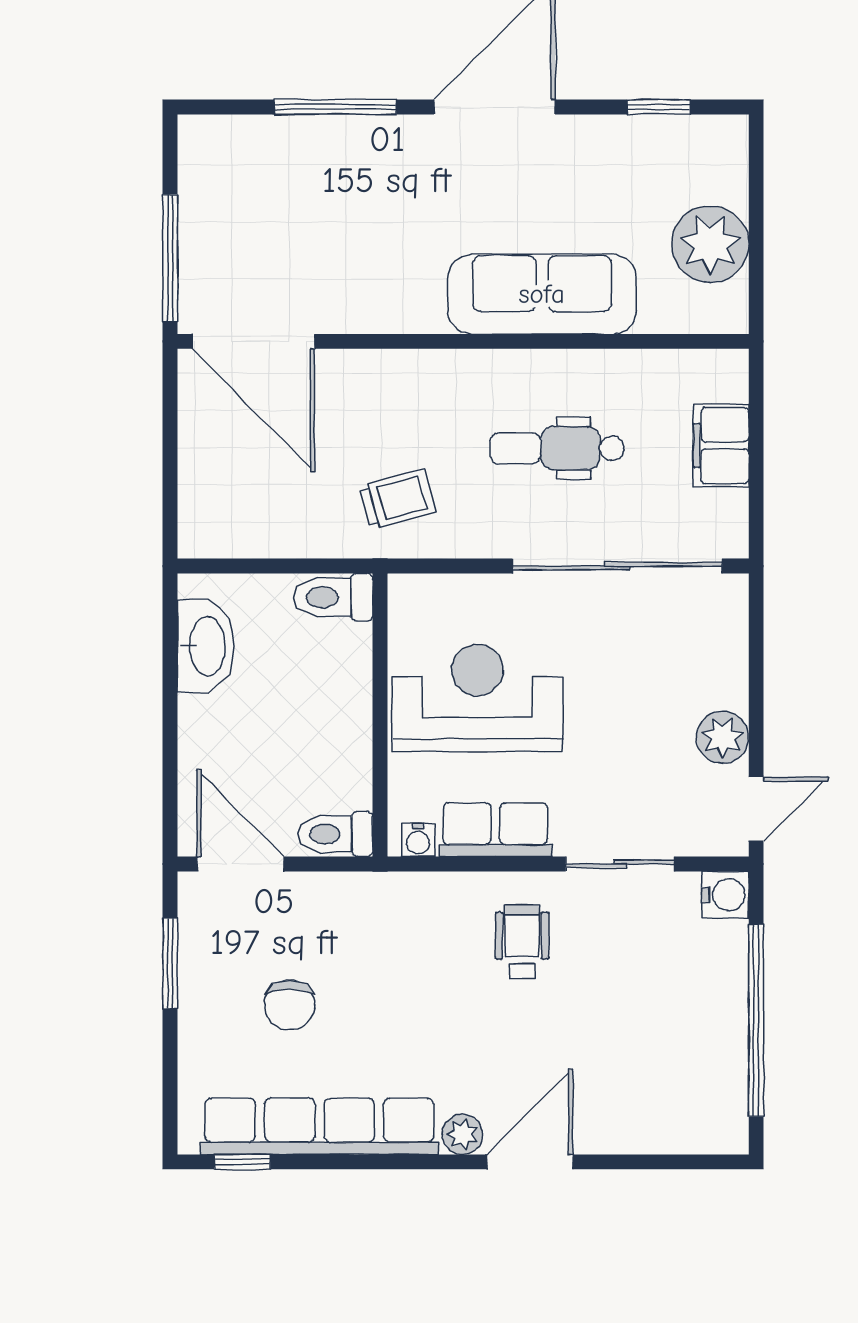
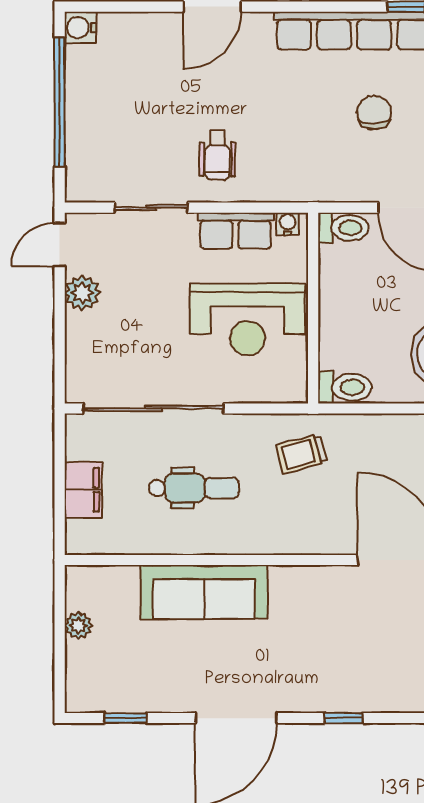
window: (335, 107) -> (344, 718), width x0.46
plant: (710, 244) -> (78, 625), width x0.53, depth x0.53
water cooler: (725, 895) -> (80, 27), moved
plant: (463, 1134) -> (258, 25), removed

